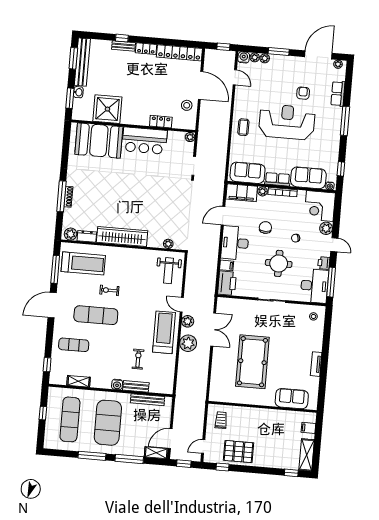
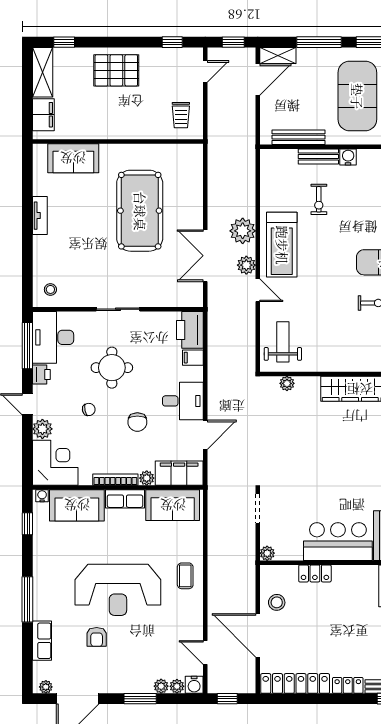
desk: (235, 243) -> (183, 401), width x0.73
filing cabinet: (308, 428) -> (43, 115), width x2.00
pallet: (239, 452) -> (116, 70), moved

